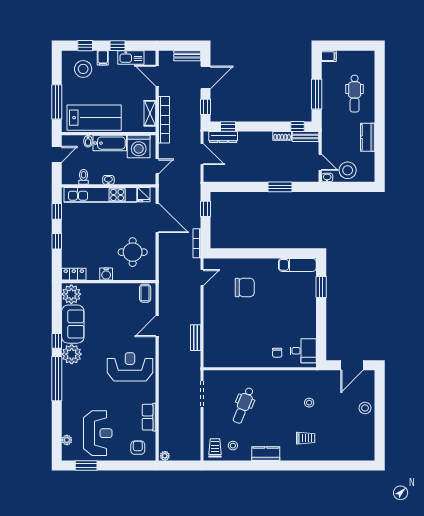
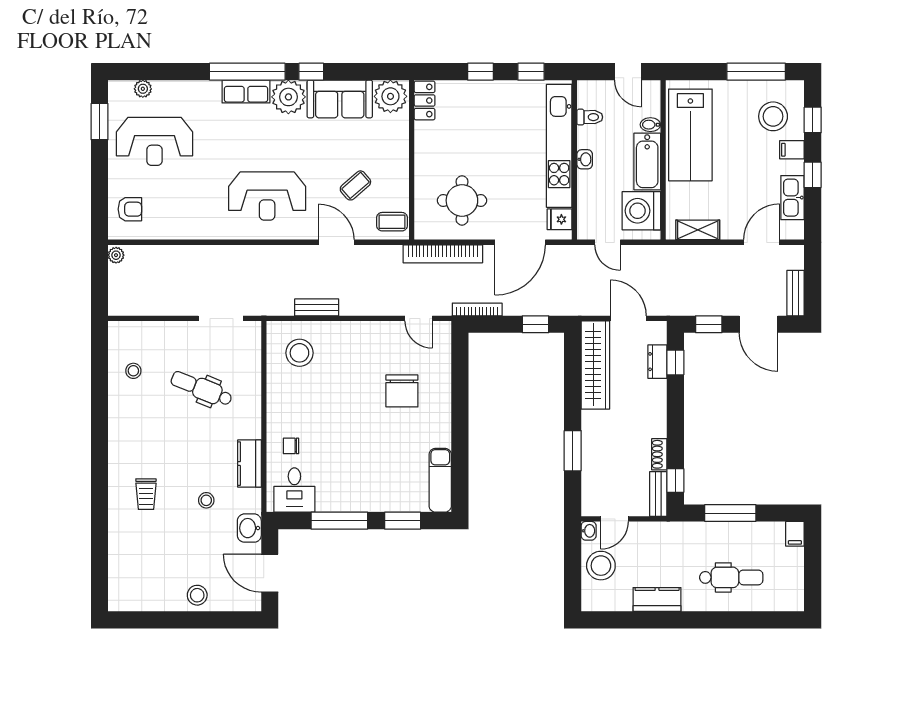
dental chair: (355, 94) -> (731, 577), turned 180
window: (57, 102) -> (756, 72), moved
bookcase: (164, 120) -> (443, 254), moved
dresser: (223, 137) -> (657, 362), width x0.70
door: (202, 154) -> (628, 318), swing flipped
wardrobe: (229, 174) -> (595, 365), added
water cooler: (106, 274) -> (425, 156), removed
coffee table: (124, 315) -> (355, 185), added
window: (321, 324) -> (339, 521), added
stool: (222, 348) -> (299, 353), added
reception desk: (130, 367) -> (267, 196), turned 90
washbasin: (325, 377) -> (249, 528), added
row of seats: (149, 417) -> (246, 91), moved, turned 180
trolley: (215, 448) -> (129, 340), removed
kitchen counter: (266, 454) -> (249, 464), moved, turned 180

